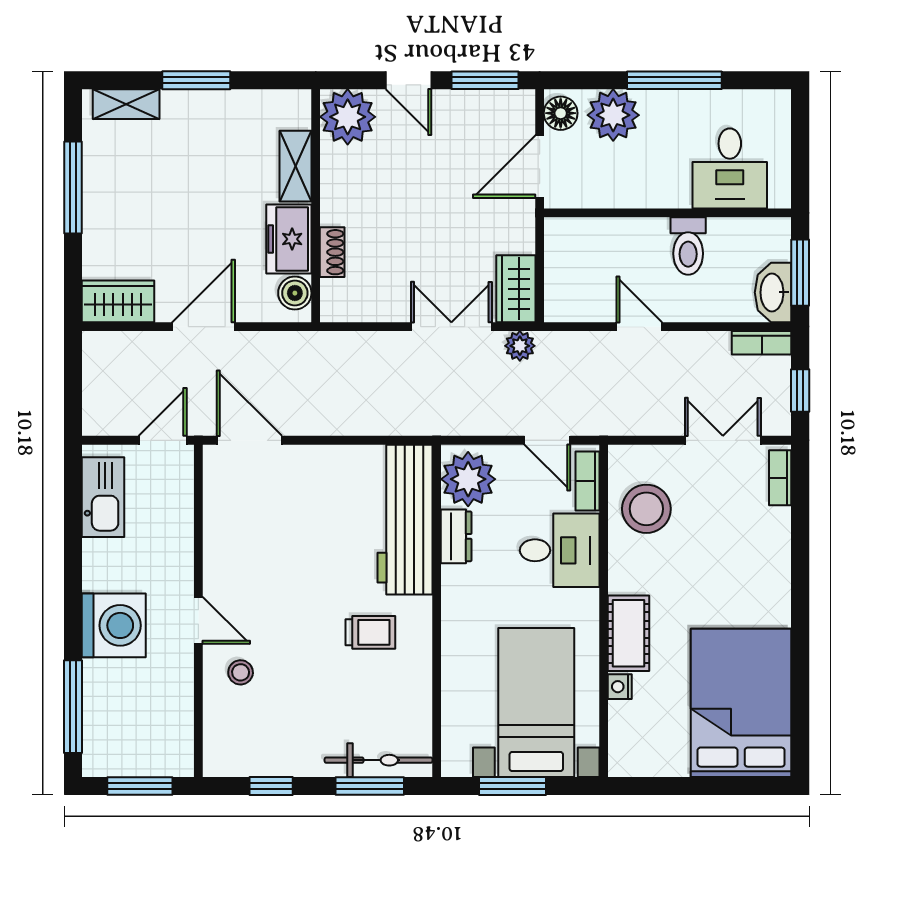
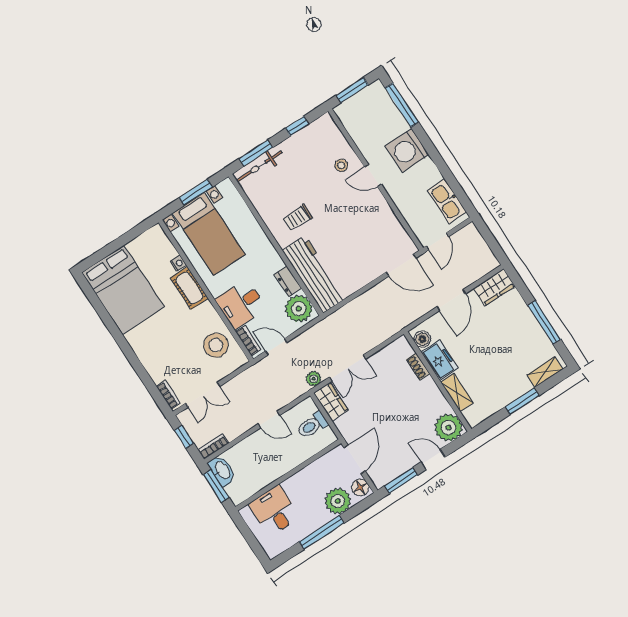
toilet: (688, 246) -> (312, 425), moved, turned -90

